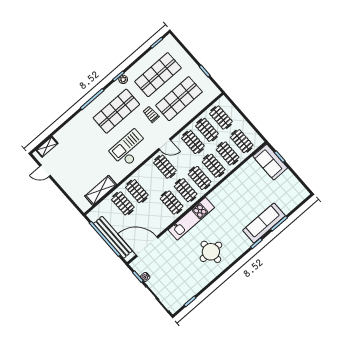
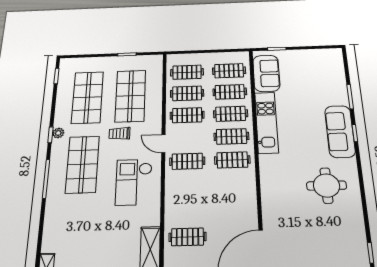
door: (165, 144) -> (163, 144), swing flipped
sofa: (270, 162) -> (266, 73), moved, turned -90
clothes rail: (137, 191) -> (187, 211), removed
clothes rail: (172, 203) -> (233, 184), removed
kitchen unit: (191, 219) -> (266, 122), moved
sofa: (264, 223) -> (340, 131), moved

